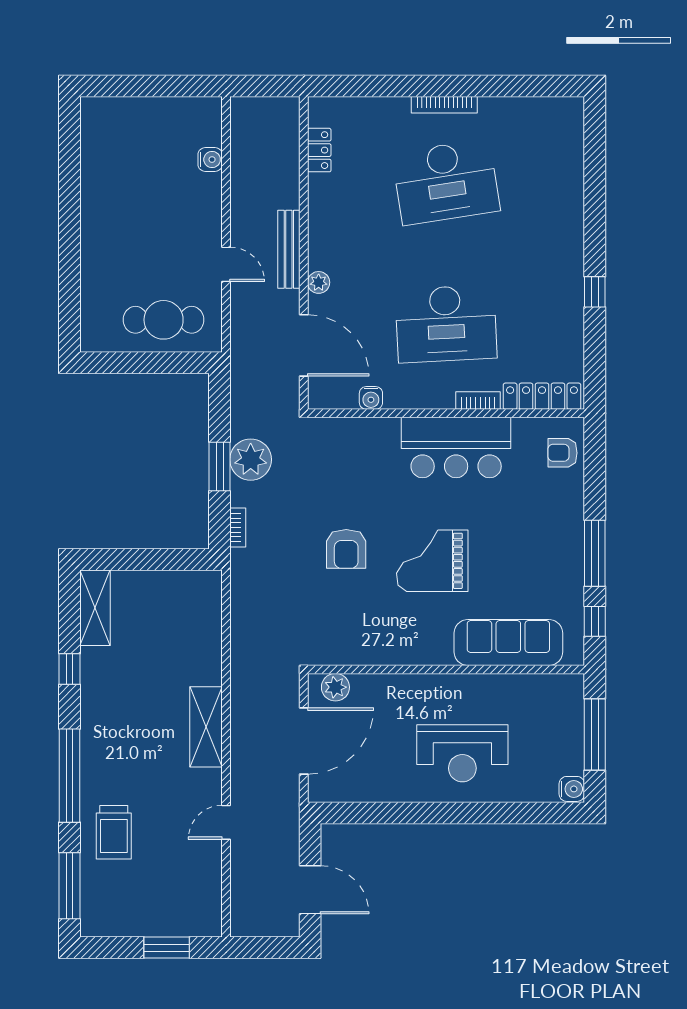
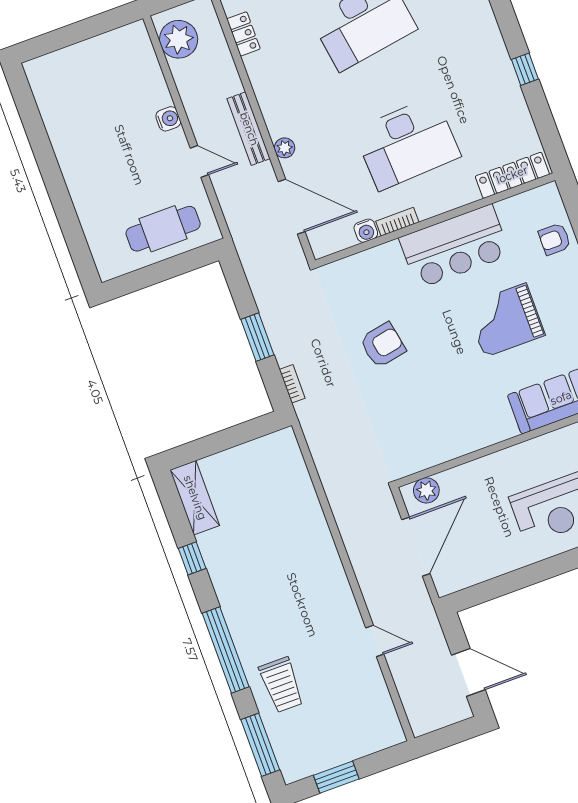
water cooler: (210, 160) -> (168, 119), moved
bookcase: (478, 401) -> (397, 222), moved
armchair: (563, 453) -> (555, 239), moved
plant: (251, 460) -> (179, 39), moved
armchair: (346, 549) -> (383, 345), moved, turned -101
grand piano: (432, 561) -> (505, 320), moved
shelving: (206, 727) -> (328, 565), removed
door: (226, 822) -> (375, 641), swing flipped
window: (167, 948) -> (336, 777), moved

